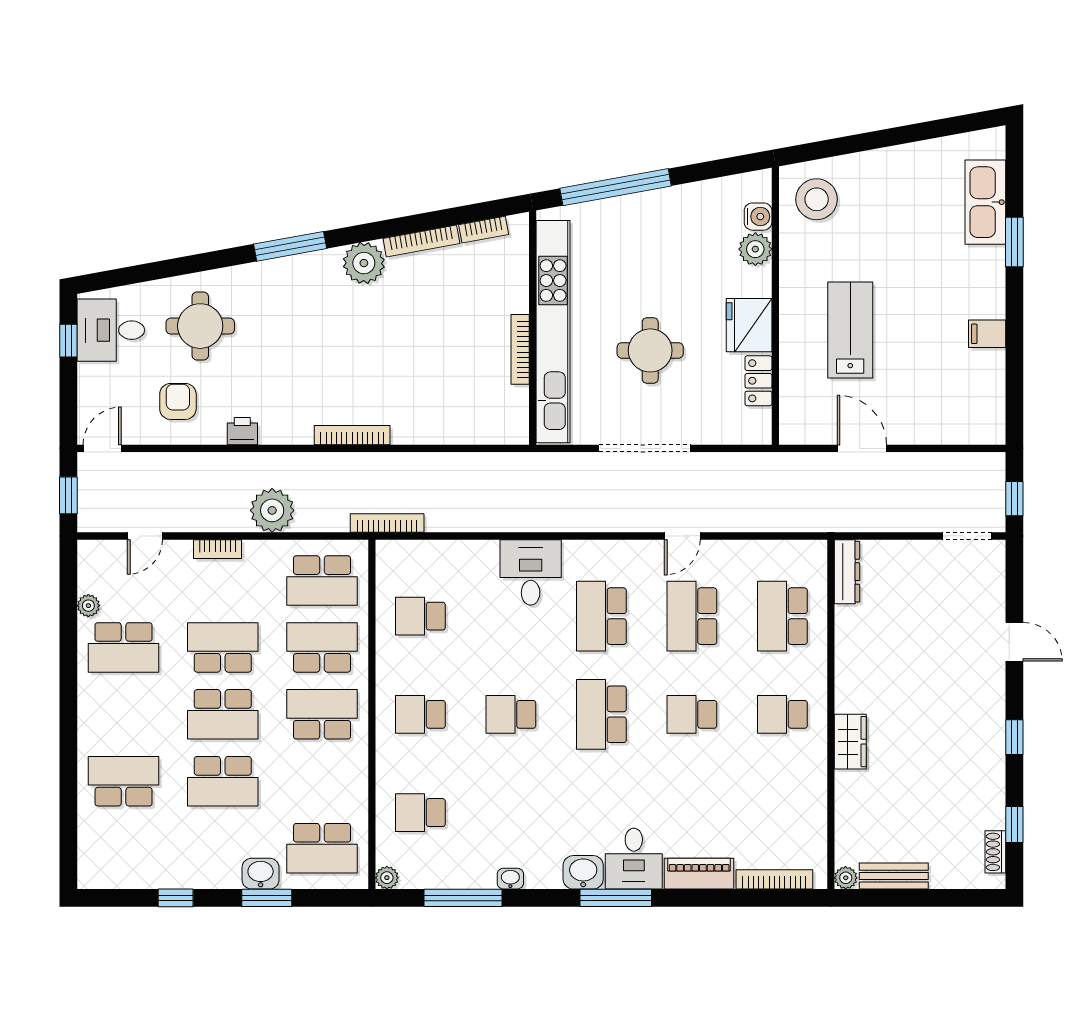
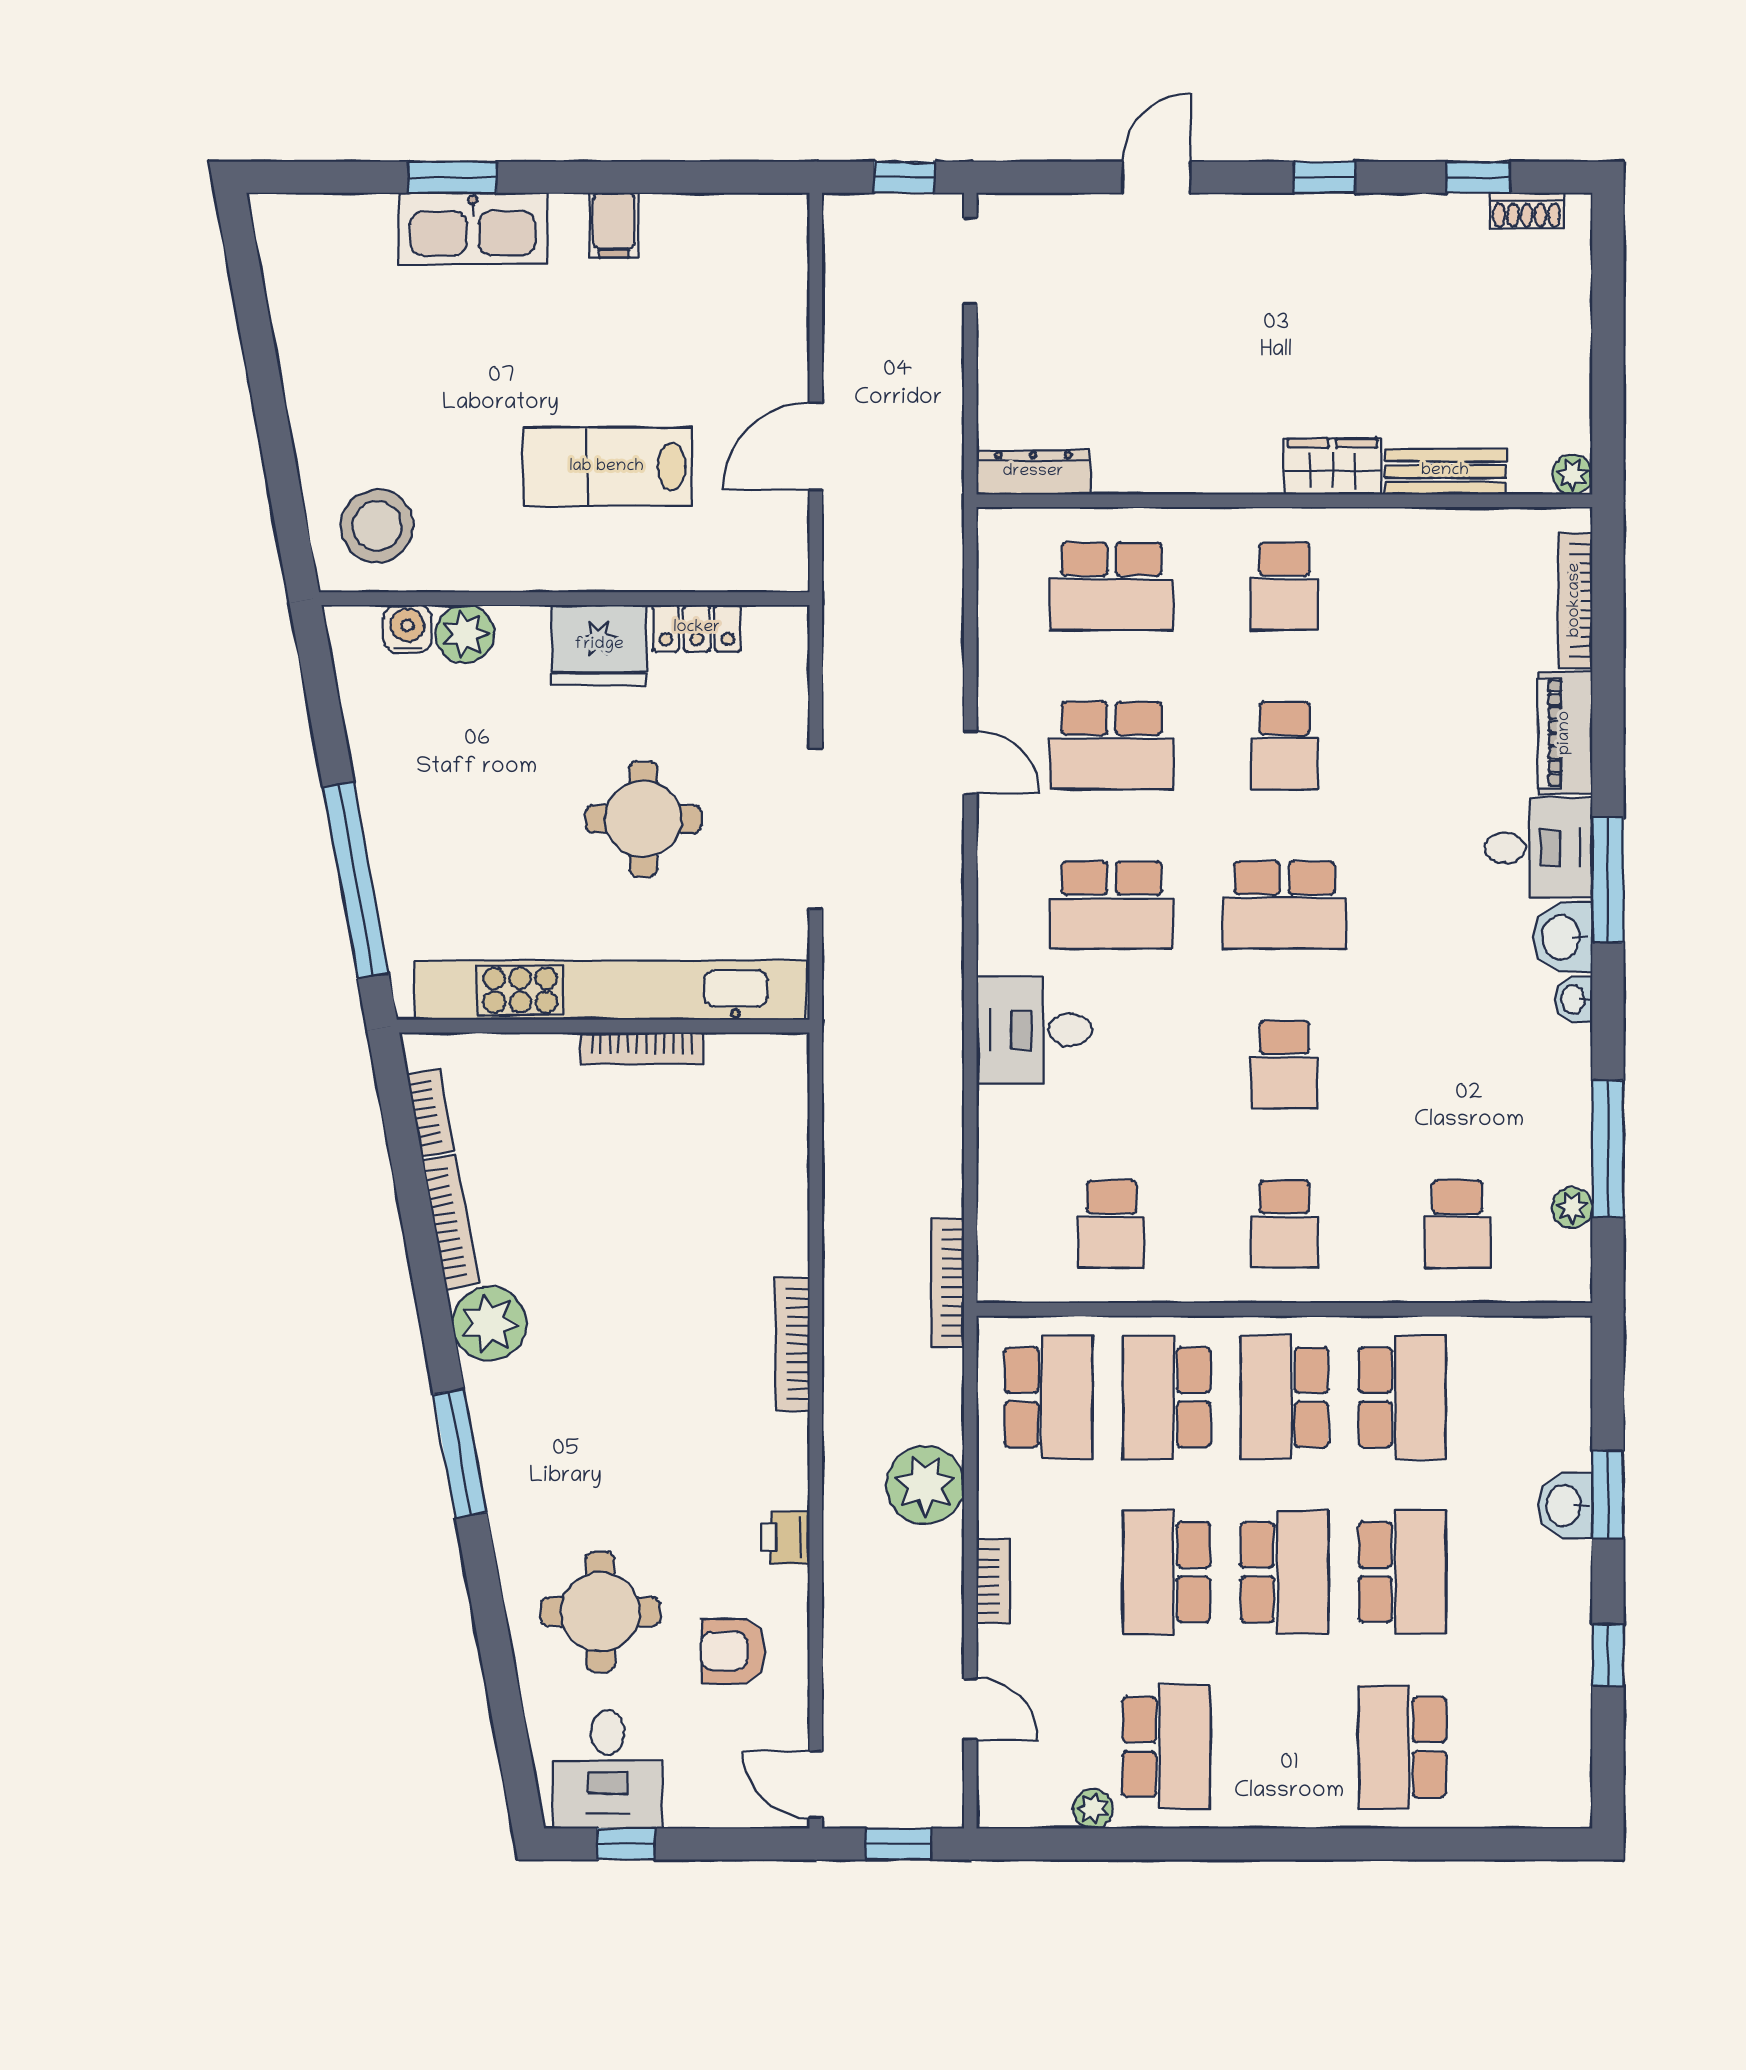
kitchen sink: (985, 202) -> (473, 228), moved
school desk: (322, 848) -> (1402, 1397), moved
bench: (894, 876) -> (1445, 471), moved, turned 90
plant: (387, 878) -> (1572, 1208), moved
washbasin: (510, 879) -> (1574, 999), moved

